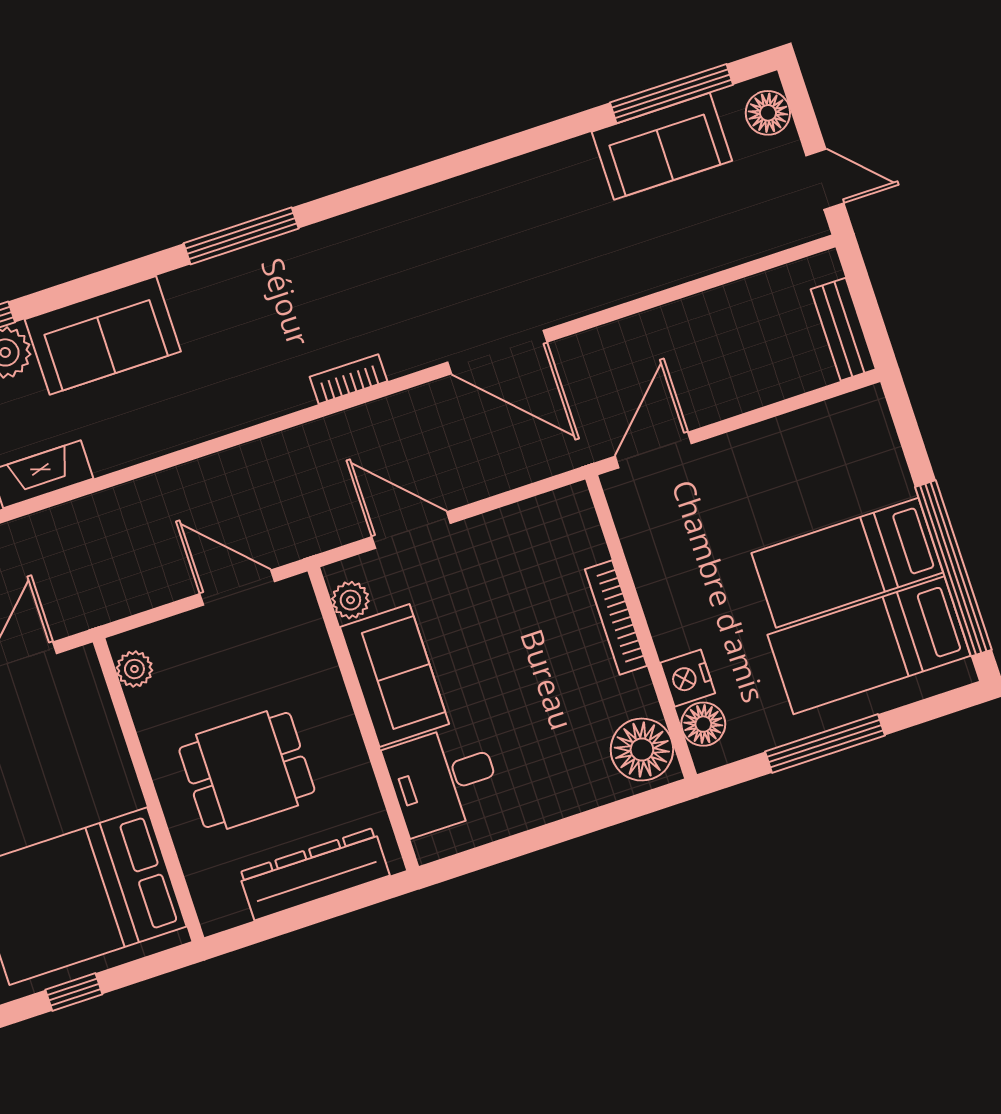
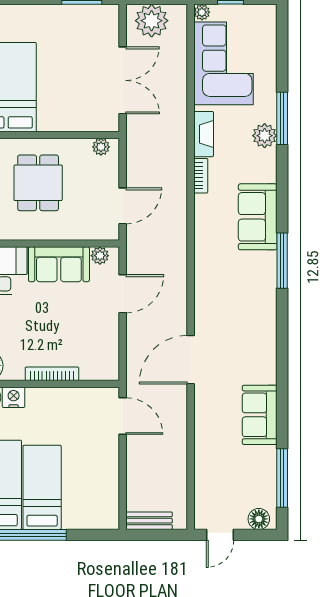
sofa: (662, 146) -> (260, 415), moved
sofa: (103, 335) -> (258, 217), moved
bookcase: (348, 379) -> (201, 176), moved

